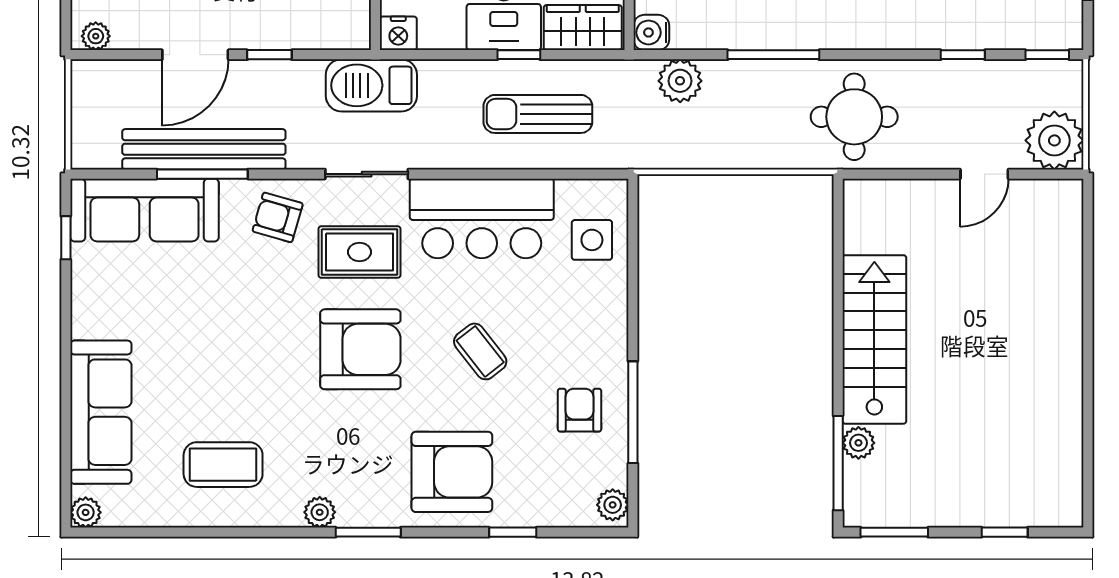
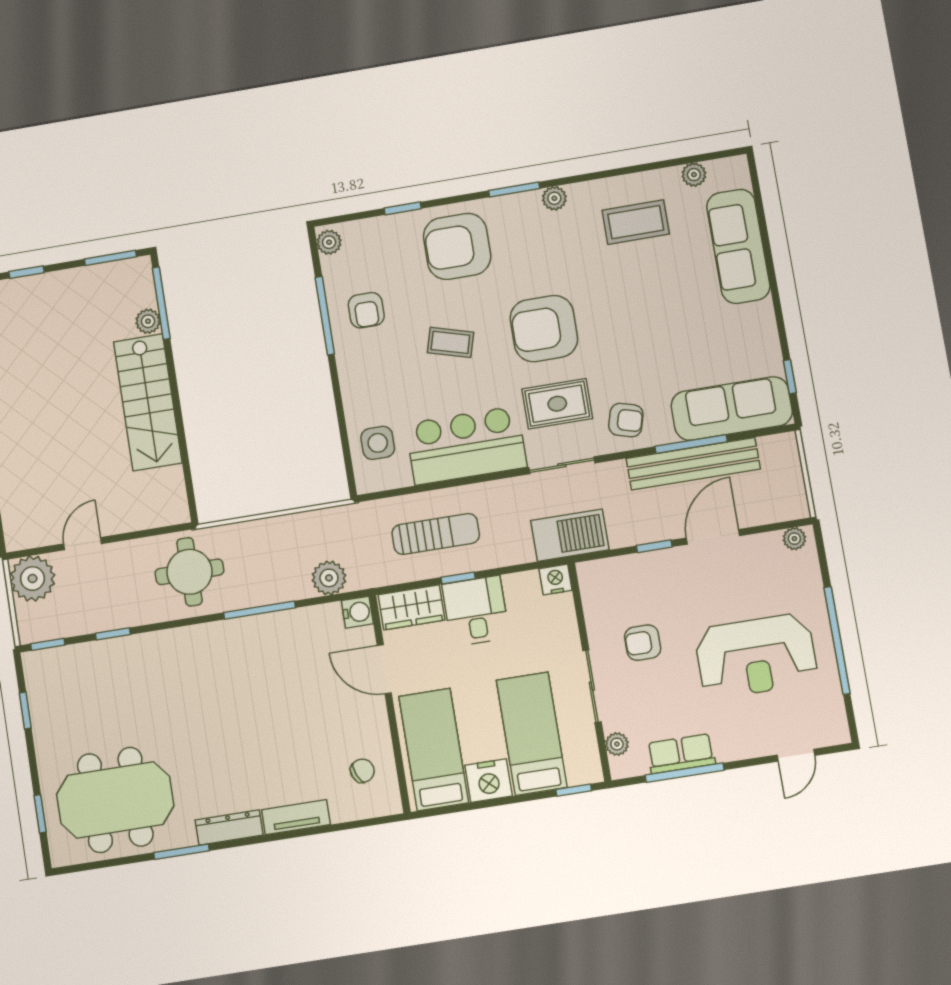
coffee table: (480, 351) -> (450, 342), turned -36
plant: (86, 512) -> (694, 175), moved

